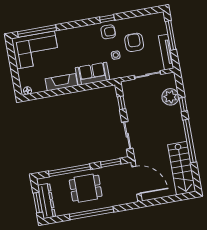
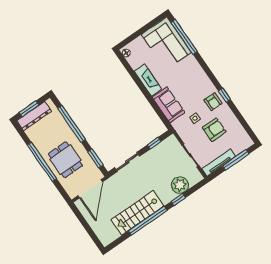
stairs: (182, 168) -> (137, 213), moved
dining table: (86, 188) -> (65, 160), moved

